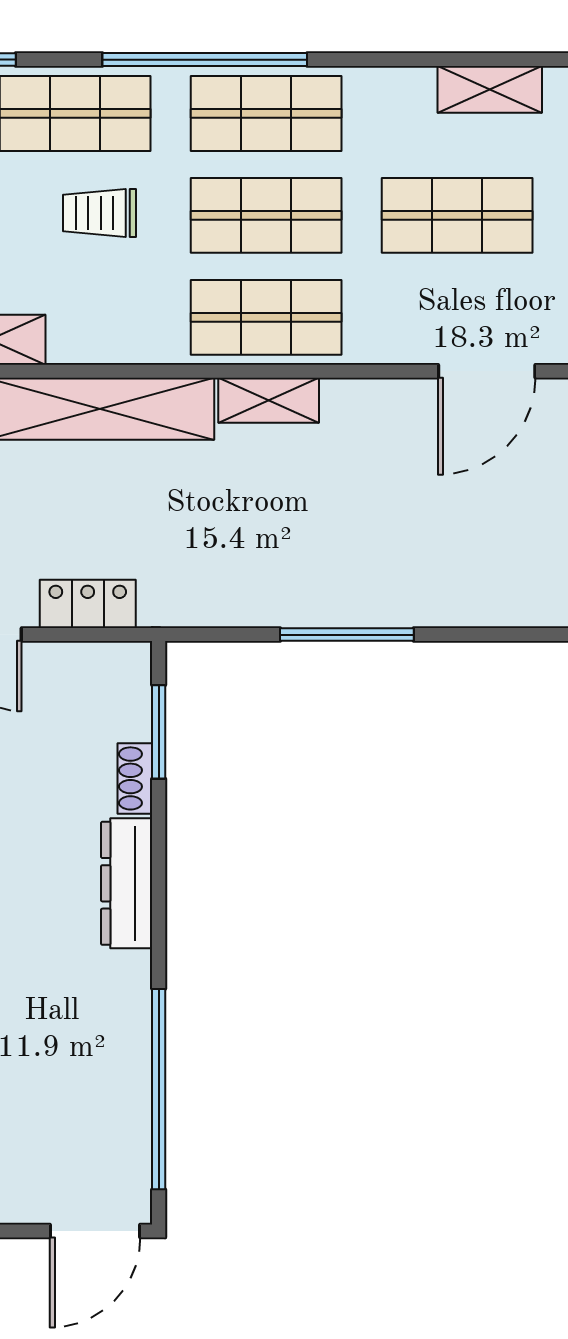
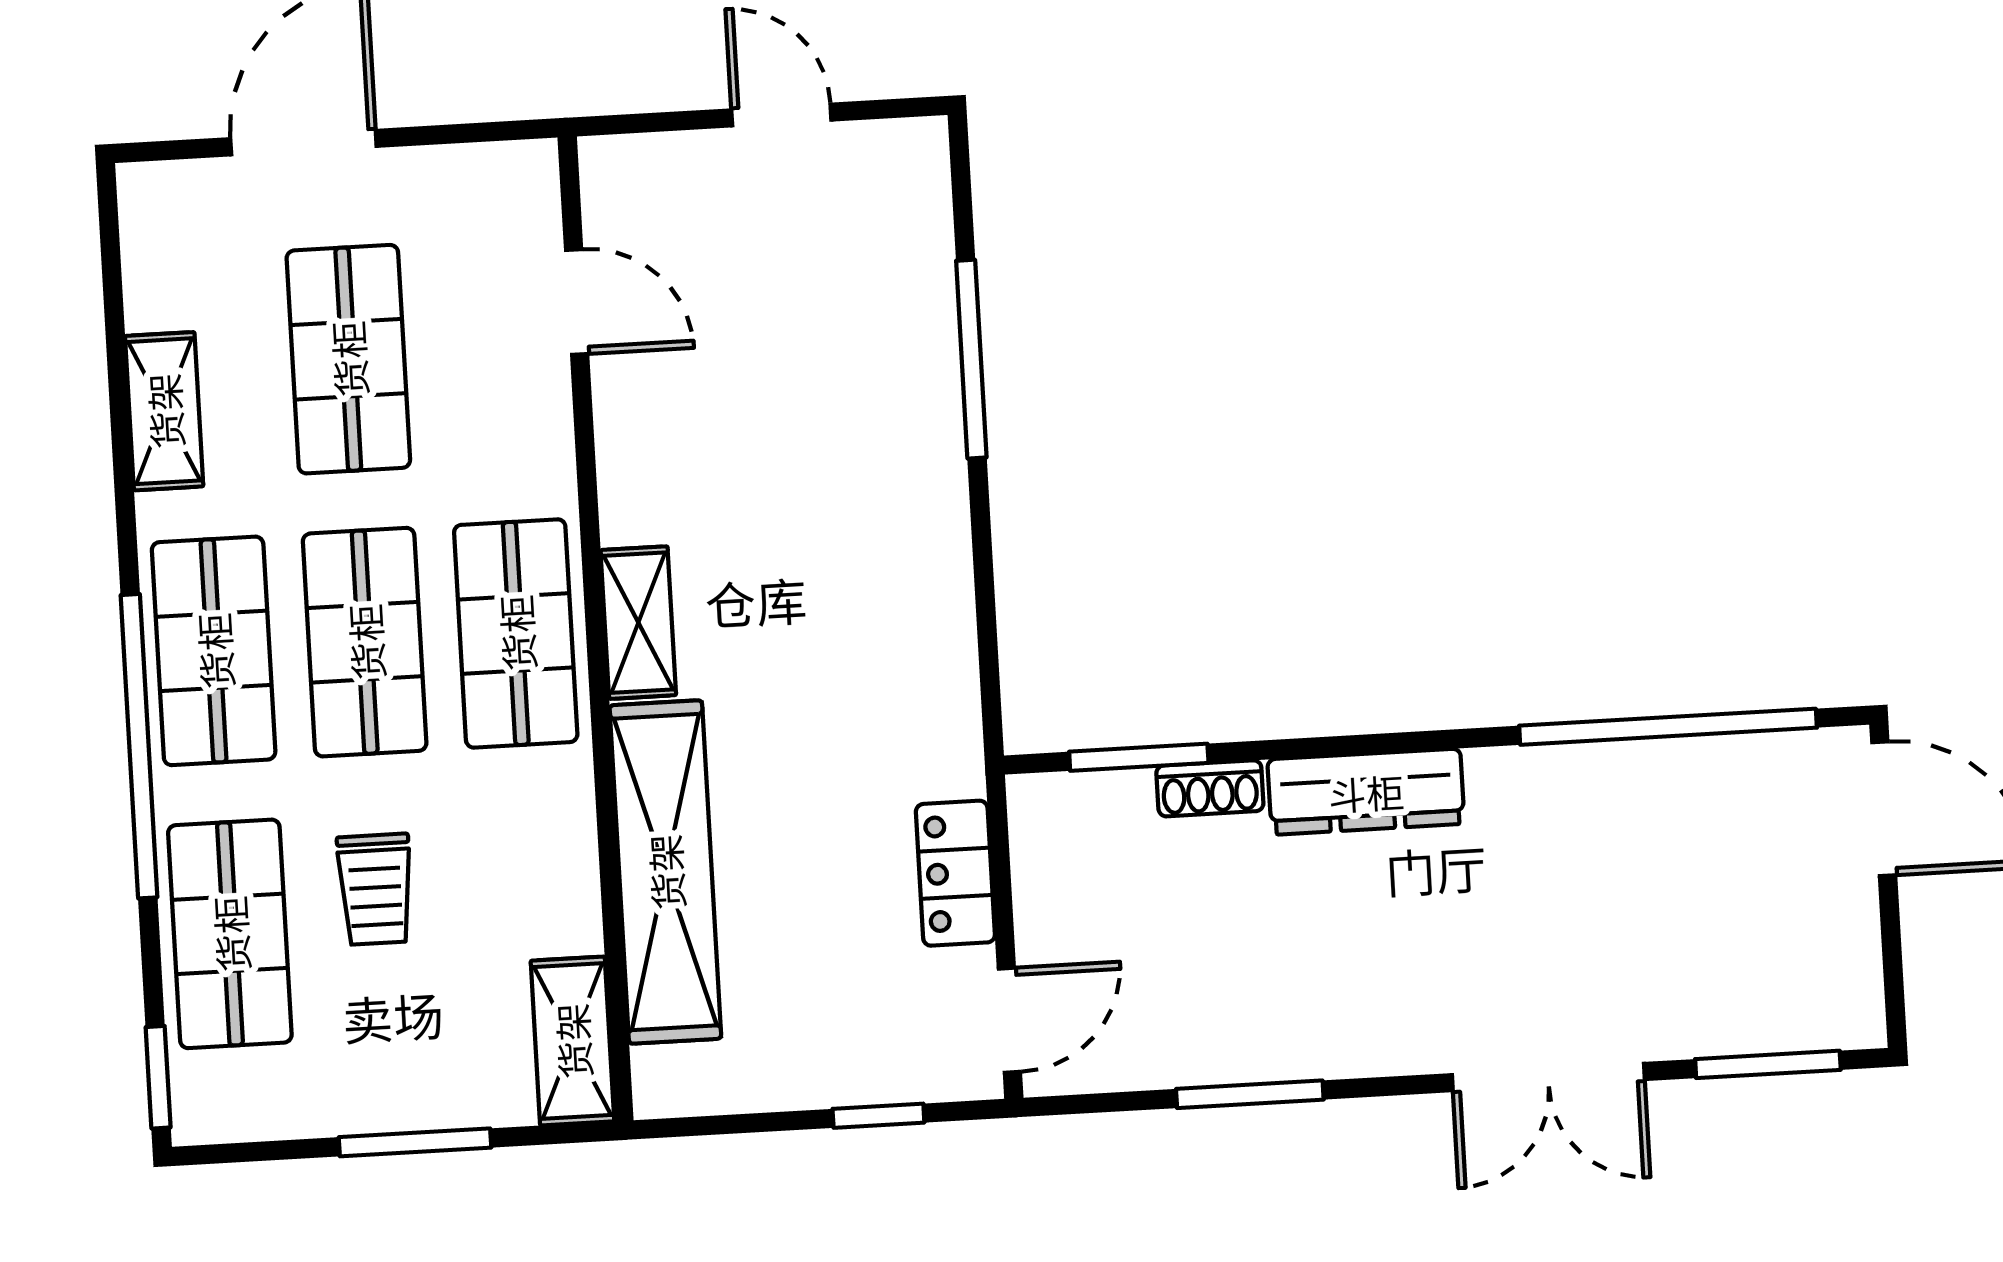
shelving: (490, 89) -> (164, 411), moved
door: (487, 371) -> (577, 302), width x0.73
window: (347, 635) -> (971, 359), moved

